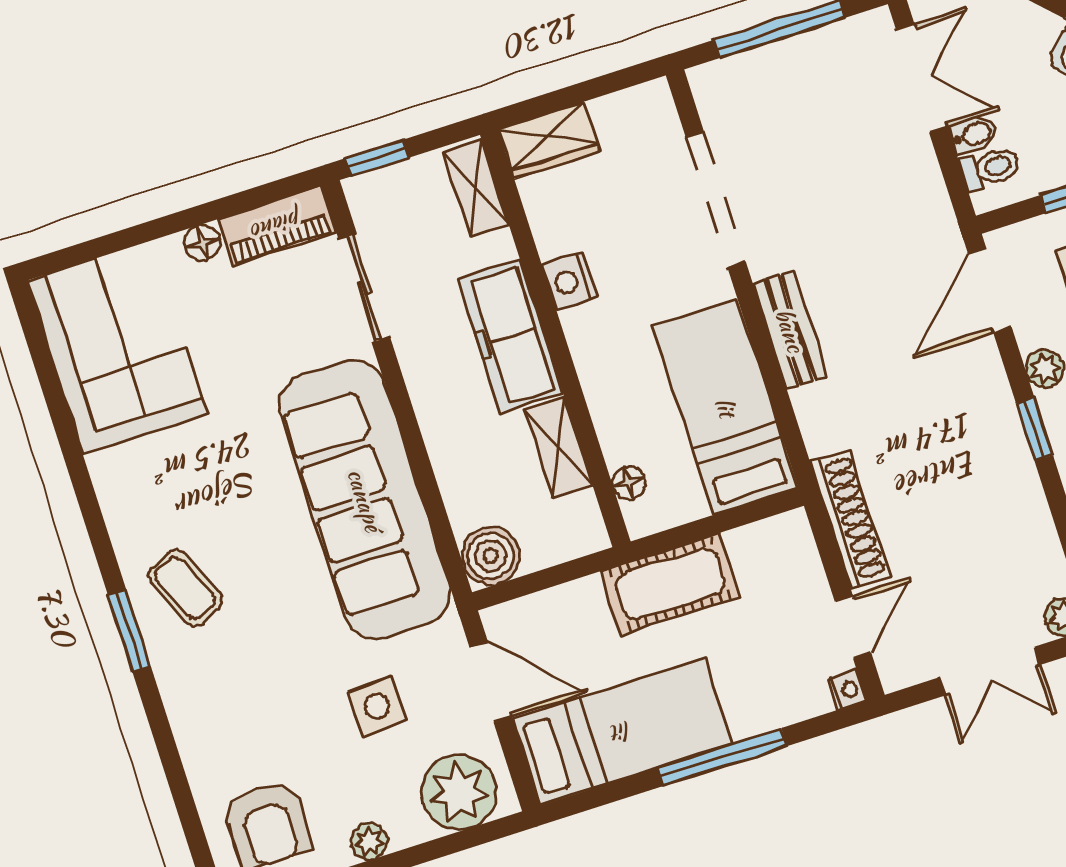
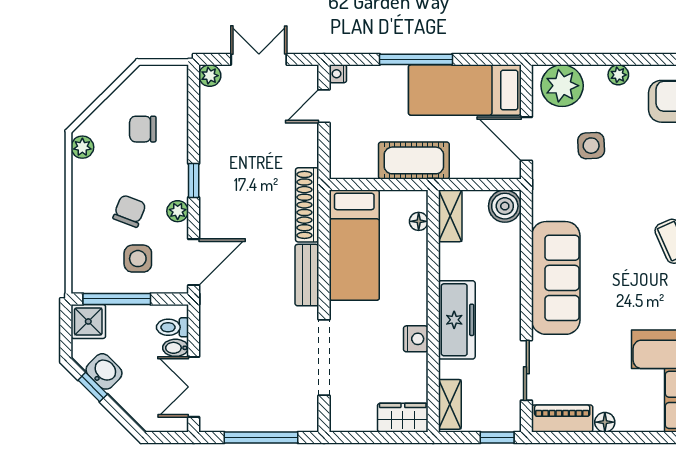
shelving: (558, 447) -> (450, 216), moved
sofa: (365, 500) -> (556, 278), width x0.74, depth x0.79
shoe rack: (850, 520) -> (307, 205), moved

